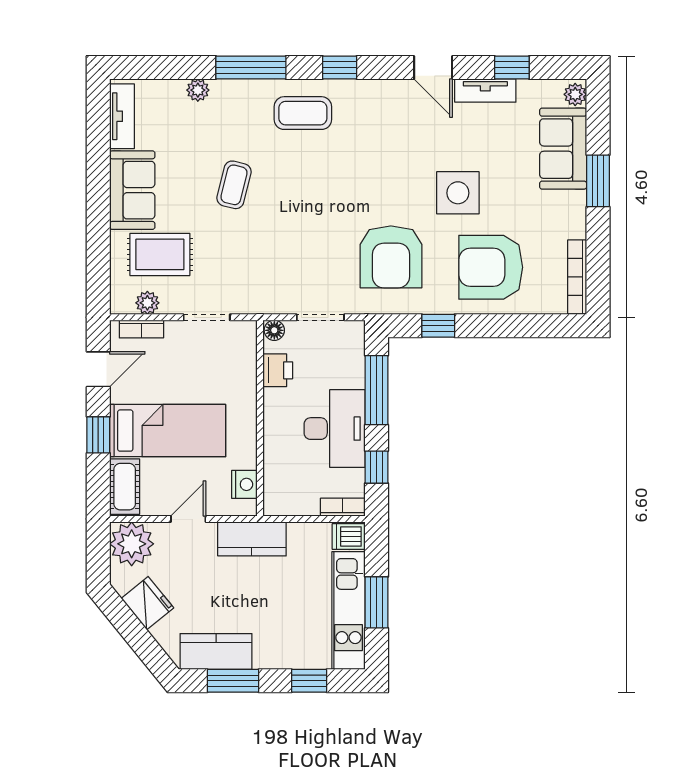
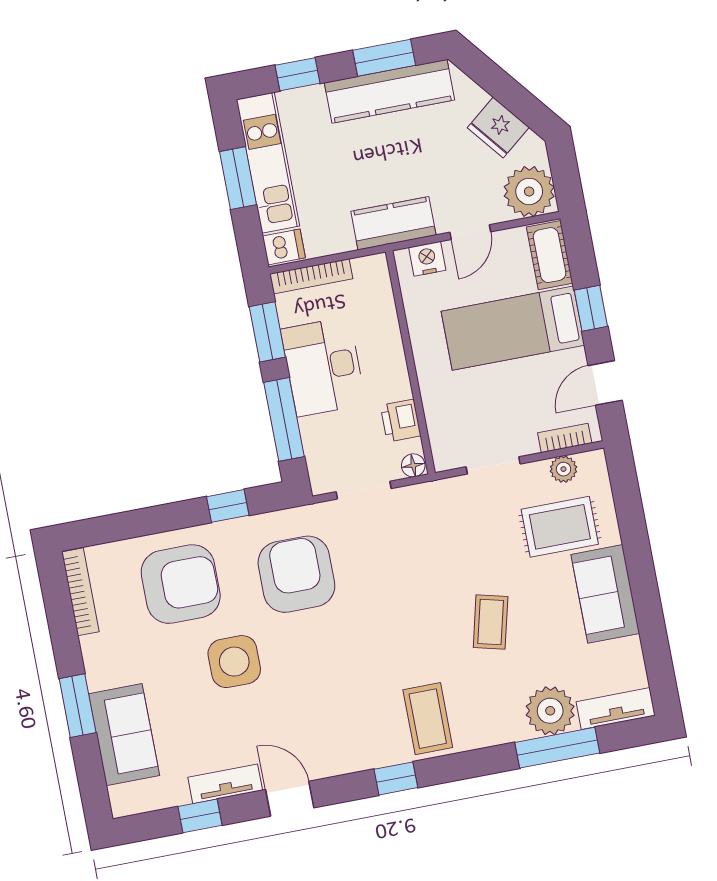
window: (251, 67) -> (557, 748), moved
plant: (198, 90) -> (550, 711), width x1.87, depth x1.87
plant: (575, 94) -> (122, 799), removed
coffee table: (303, 113) -> (428, 719), turned 90
tv unit: (122, 116) -> (616, 709), moved, turned 90
window: (376, 467) -> (267, 332), width x1.50
nightstand: (244, 484) -> (427, 259), moved, turned 90
bookcase: (343, 507) -> (311, 276), width x1.56
kitchen counter: (216, 651) -> (389, 91), width x1.50

